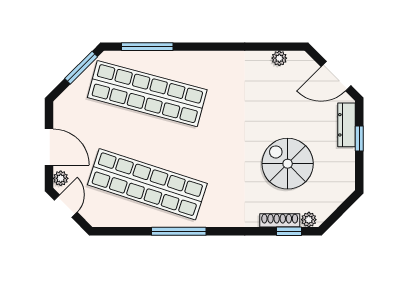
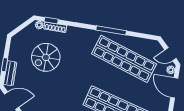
spiral stairs: (288, 164) -> (46, 57), turned 90
door: (66, 206) -> (170, 54), hinge flipped

